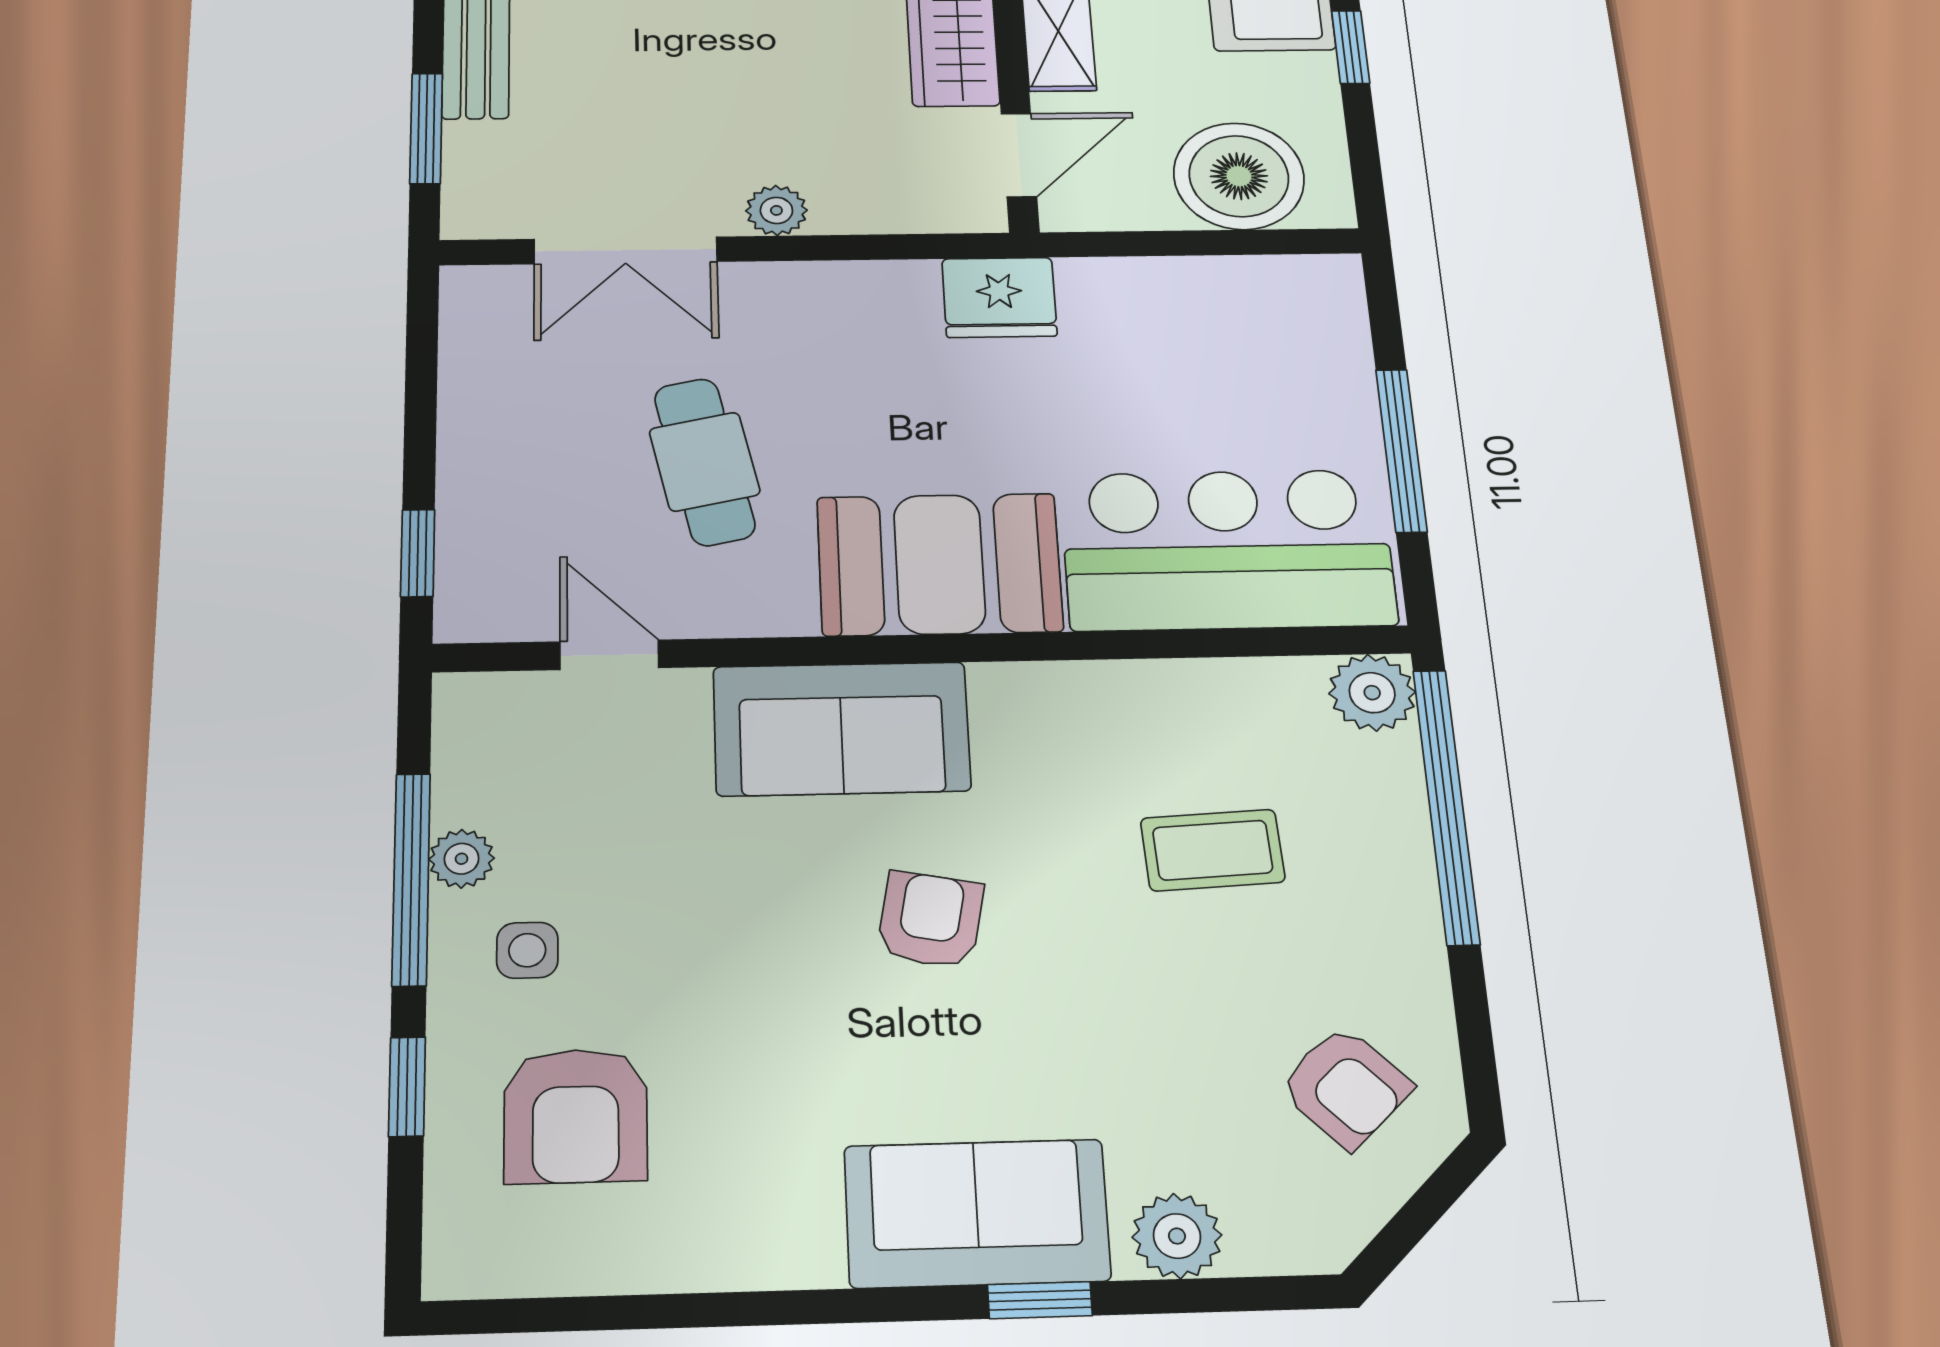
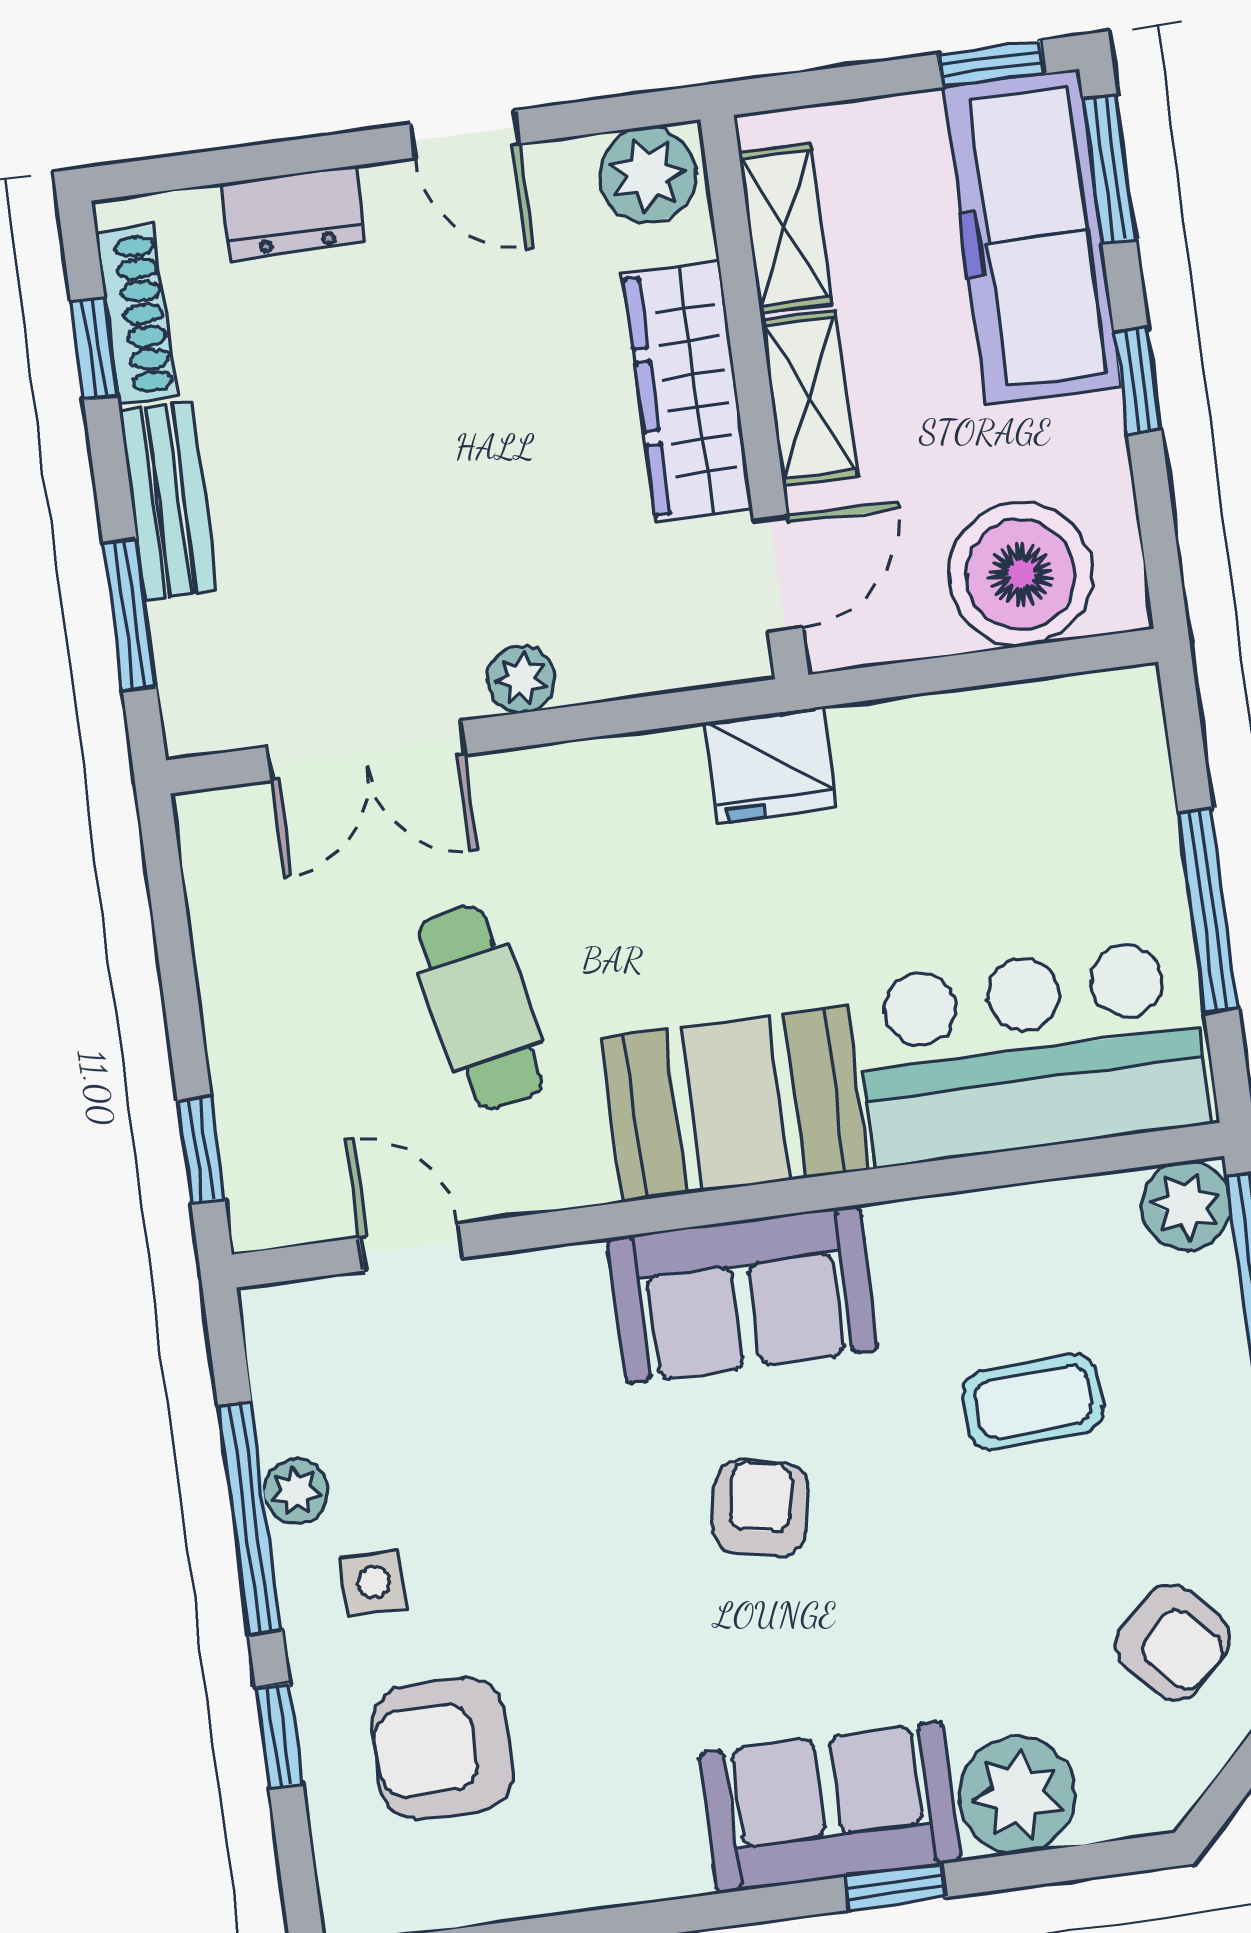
sofa: (841, 729) -> (743, 1294), moved
armchair: (576, 1116) -> (442, 1749), turned 90
plant: (1177, 1236) -> (1017, 1795), width x1.36, depth x1.36

